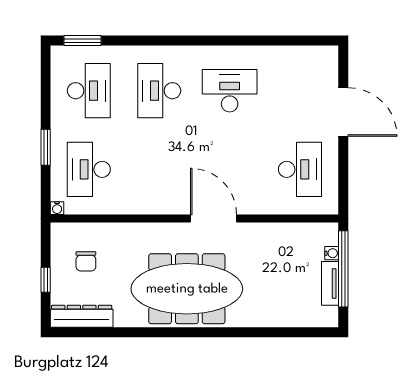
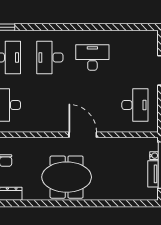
meeting table: (187, 289) -> (67, 177), width x0.73

